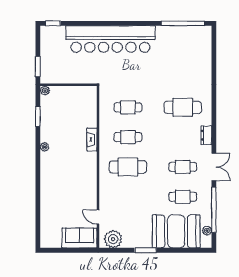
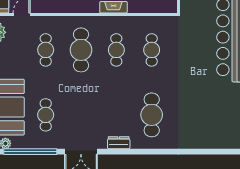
cafe table: (183, 167) -> (46, 50), moved

